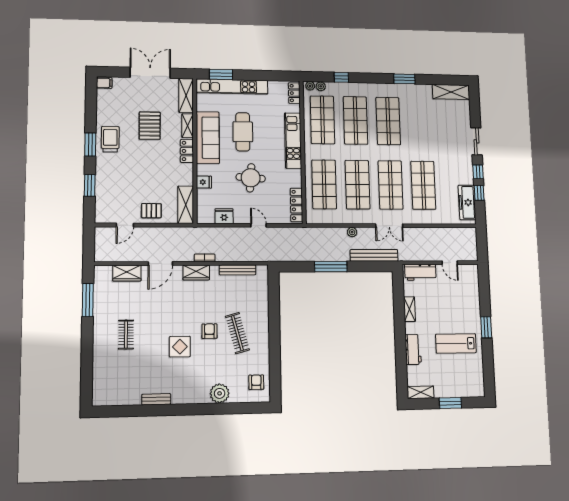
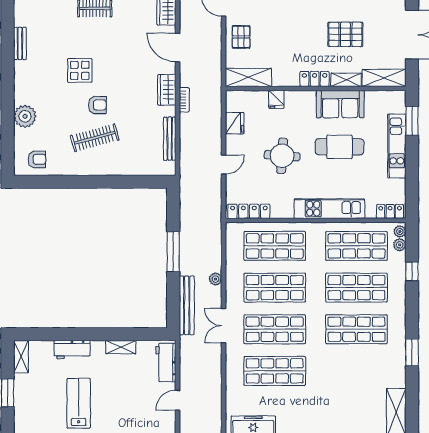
kitchen unit: (232, 87) -> (397, 146), width x0.73
sofa: (208, 138) -> (340, 104), width x0.73

